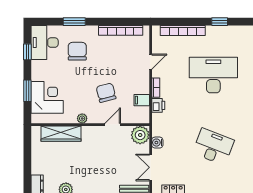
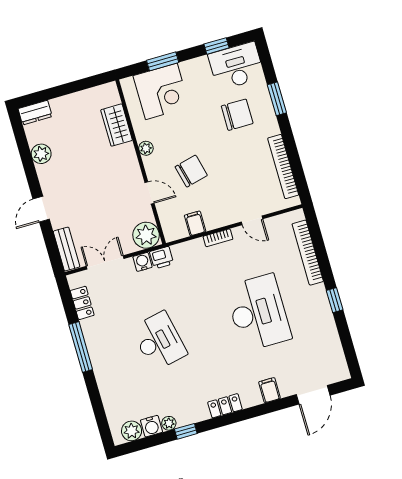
printer: (158, 105) -> (162, 258), moved
wardrobe: (61, 134) -> (117, 125), width x0.67
desk: (213, 147) -> (159, 341), turned -33

